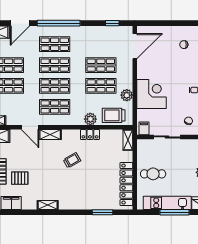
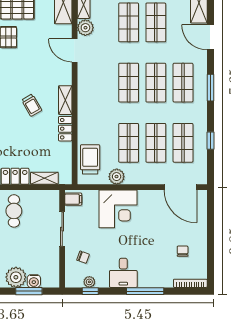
window: (59, 23) -> (211, 88), width x0.47
window: (112, 23) -> (211, 141), moved
shop shelf: (55, 107) -> (183, 143), moved
plant: (90, 119) -> (85, 28), moved
door: (30, 127) -> (75, 50), hinge flipped
shelving: (50, 134) -> (65, 100), moved
shelving: (128, 140) -> (44, 178), moved

